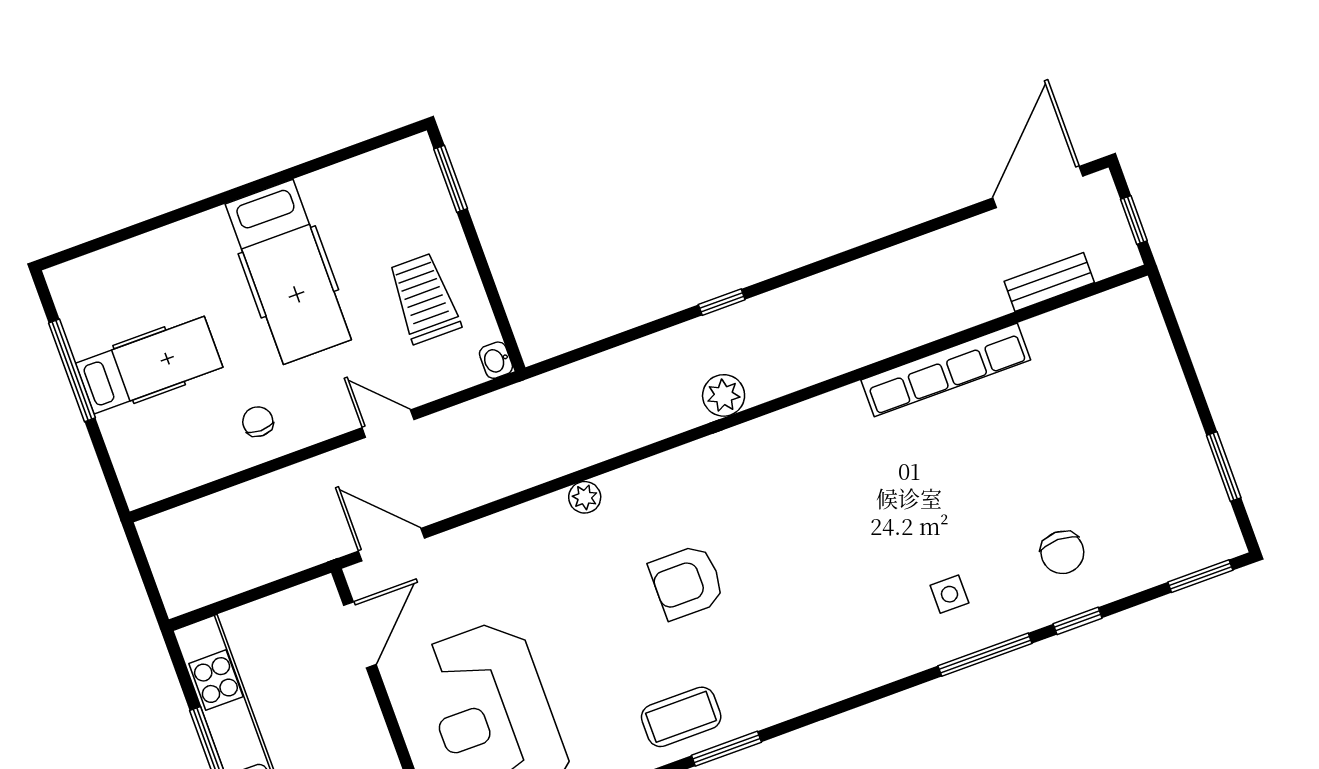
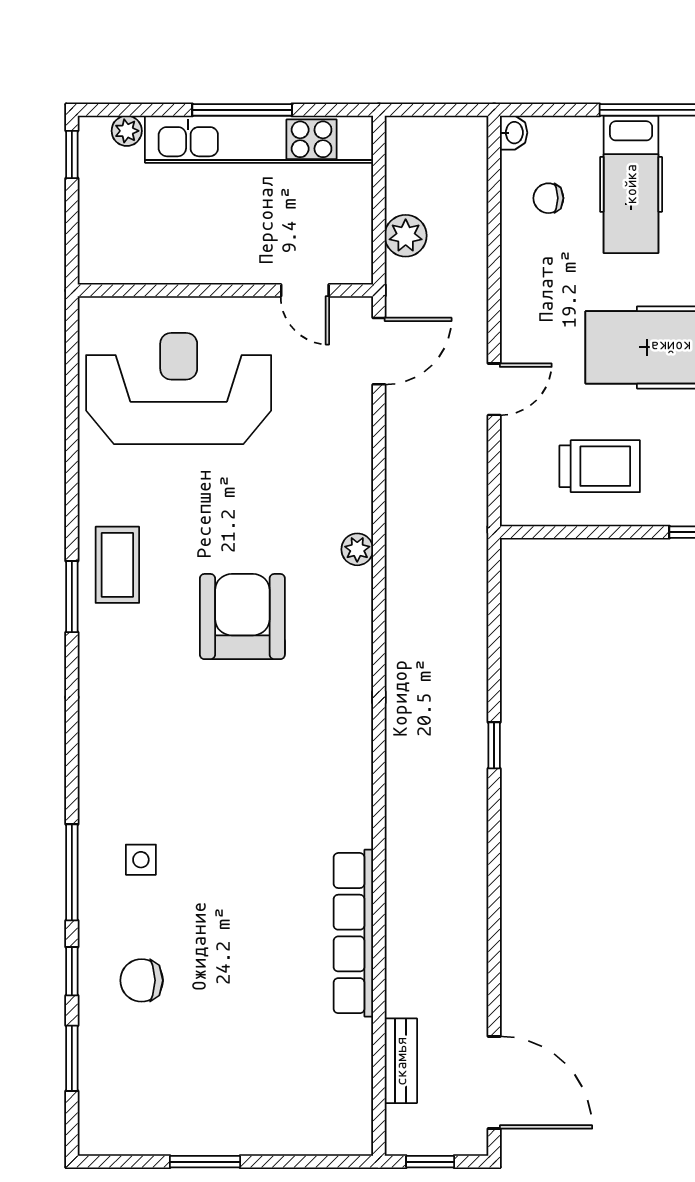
washbasin: (496, 360) -> (514, 133), moved, turned 90
plant: (724, 395) -> (406, 236), moved
chair: (258, 422) -> (548, 198), moved, turned 180
window: (1224, 467) -> (205, 1162), moved
window: (1200, 576) -> (72, 1058), moved
armchair: (687, 582) -> (242, 617), width x1.36, depth x1.36
door: (360, 635) -> (305, 290), width x0.73

